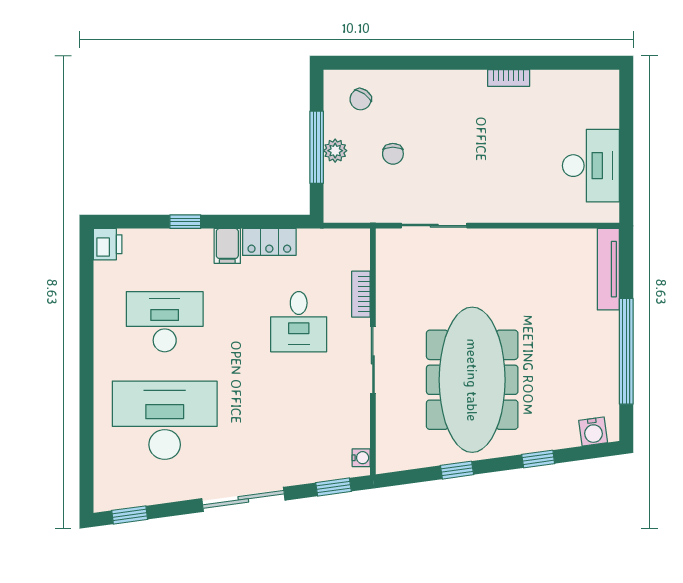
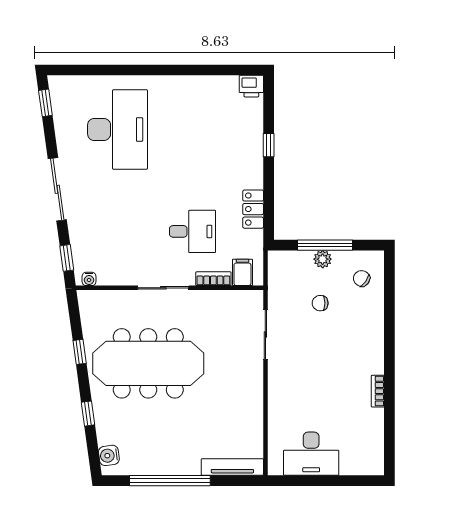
filing cabinet: (227, 246) -> (242, 272), moved, turned 90
desk: (165, 322) -> (192, 129), removed
desk: (299, 322) -> (192, 231), turned 180

